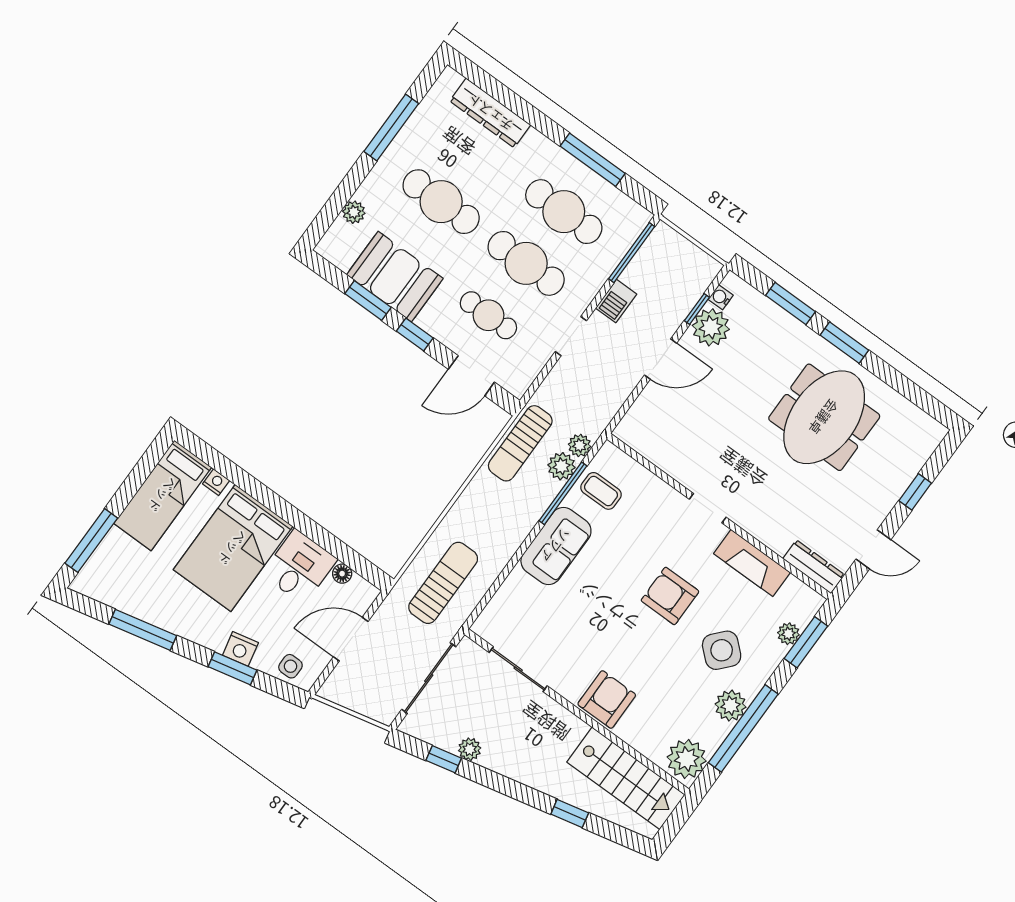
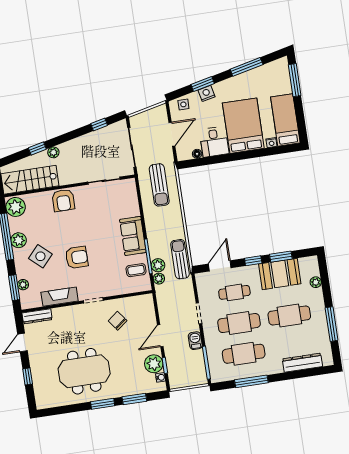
meeting table: (824, 417) -> (84, 371), turned 90
chair: (702, 443) -> (118, 321), added
plant: (470, 749) -> (53, 152), moved

